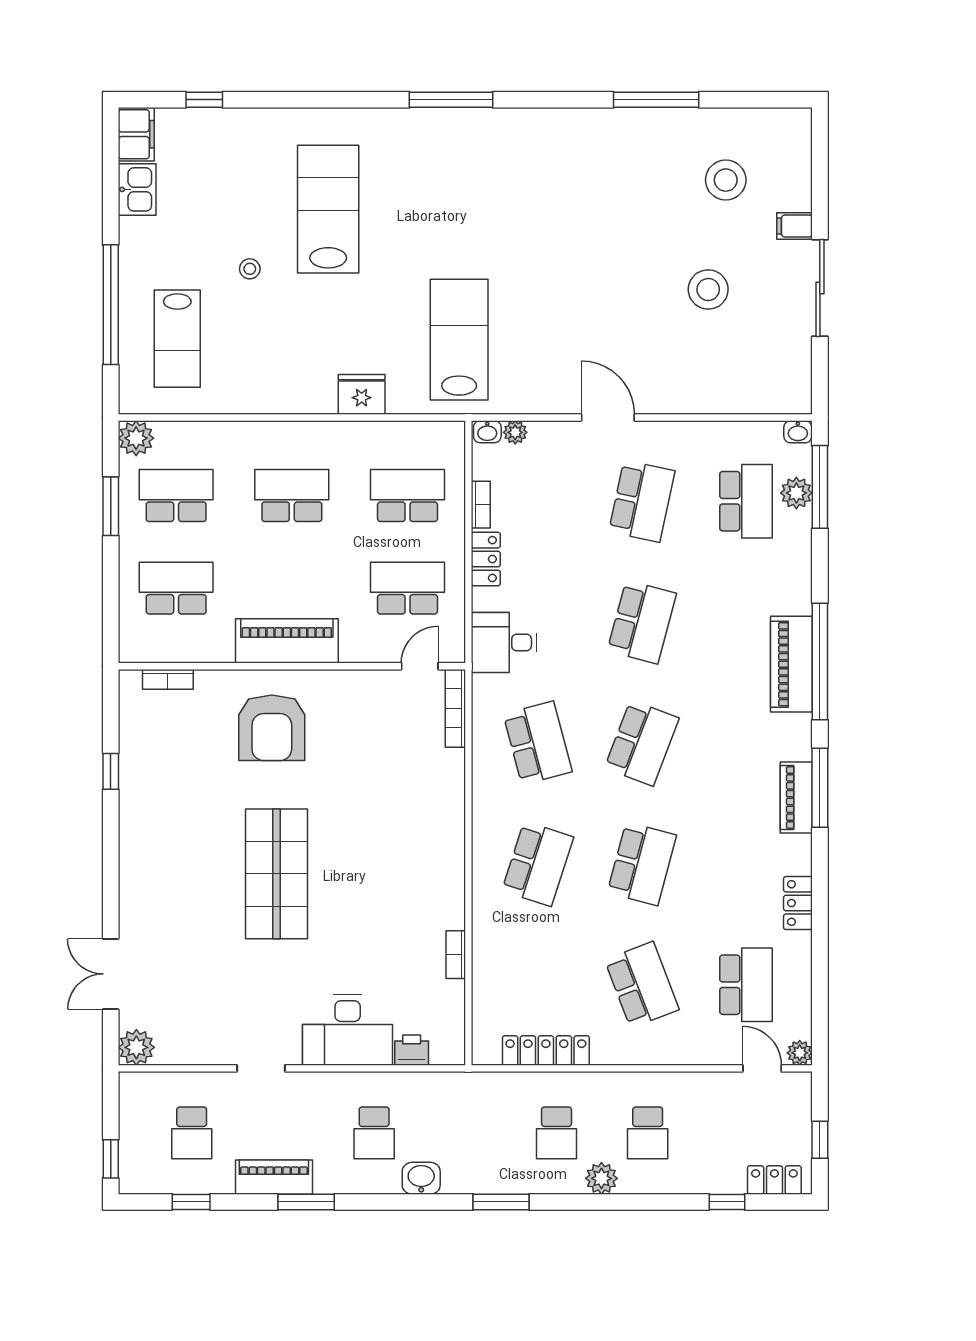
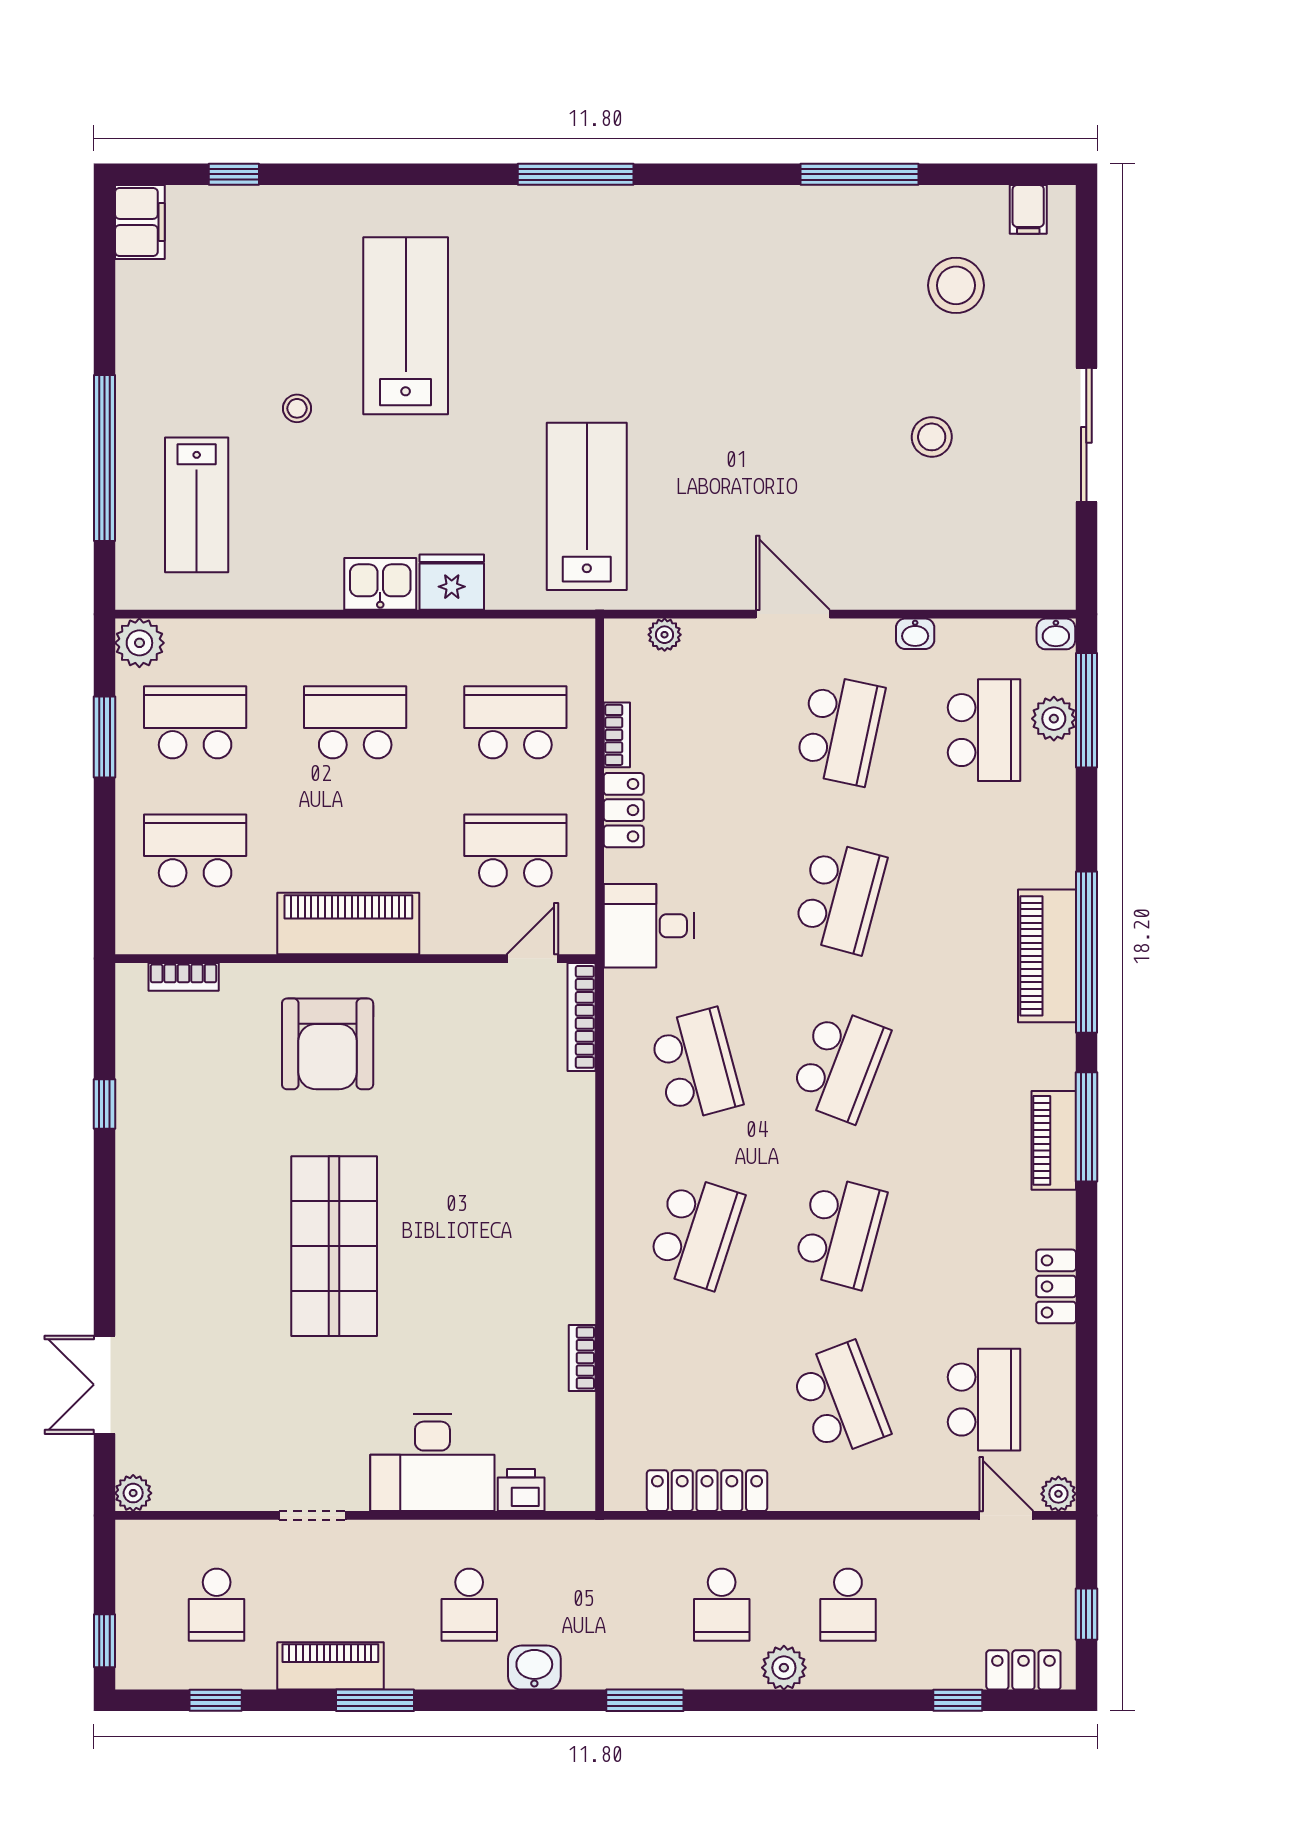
kitchen sink: (137, 189) -> (380, 584), moved, turned -90
filing cabinet: (794, 226) -> (1028, 209), moved, turned -90
stool: (708, 290) -> (932, 437), width x0.73, depth x0.73
washbasin: (487, 432) -> (915, 634), moved
plant: (136, 1047) -> (133, 1493), width x0.73, depth x0.73

